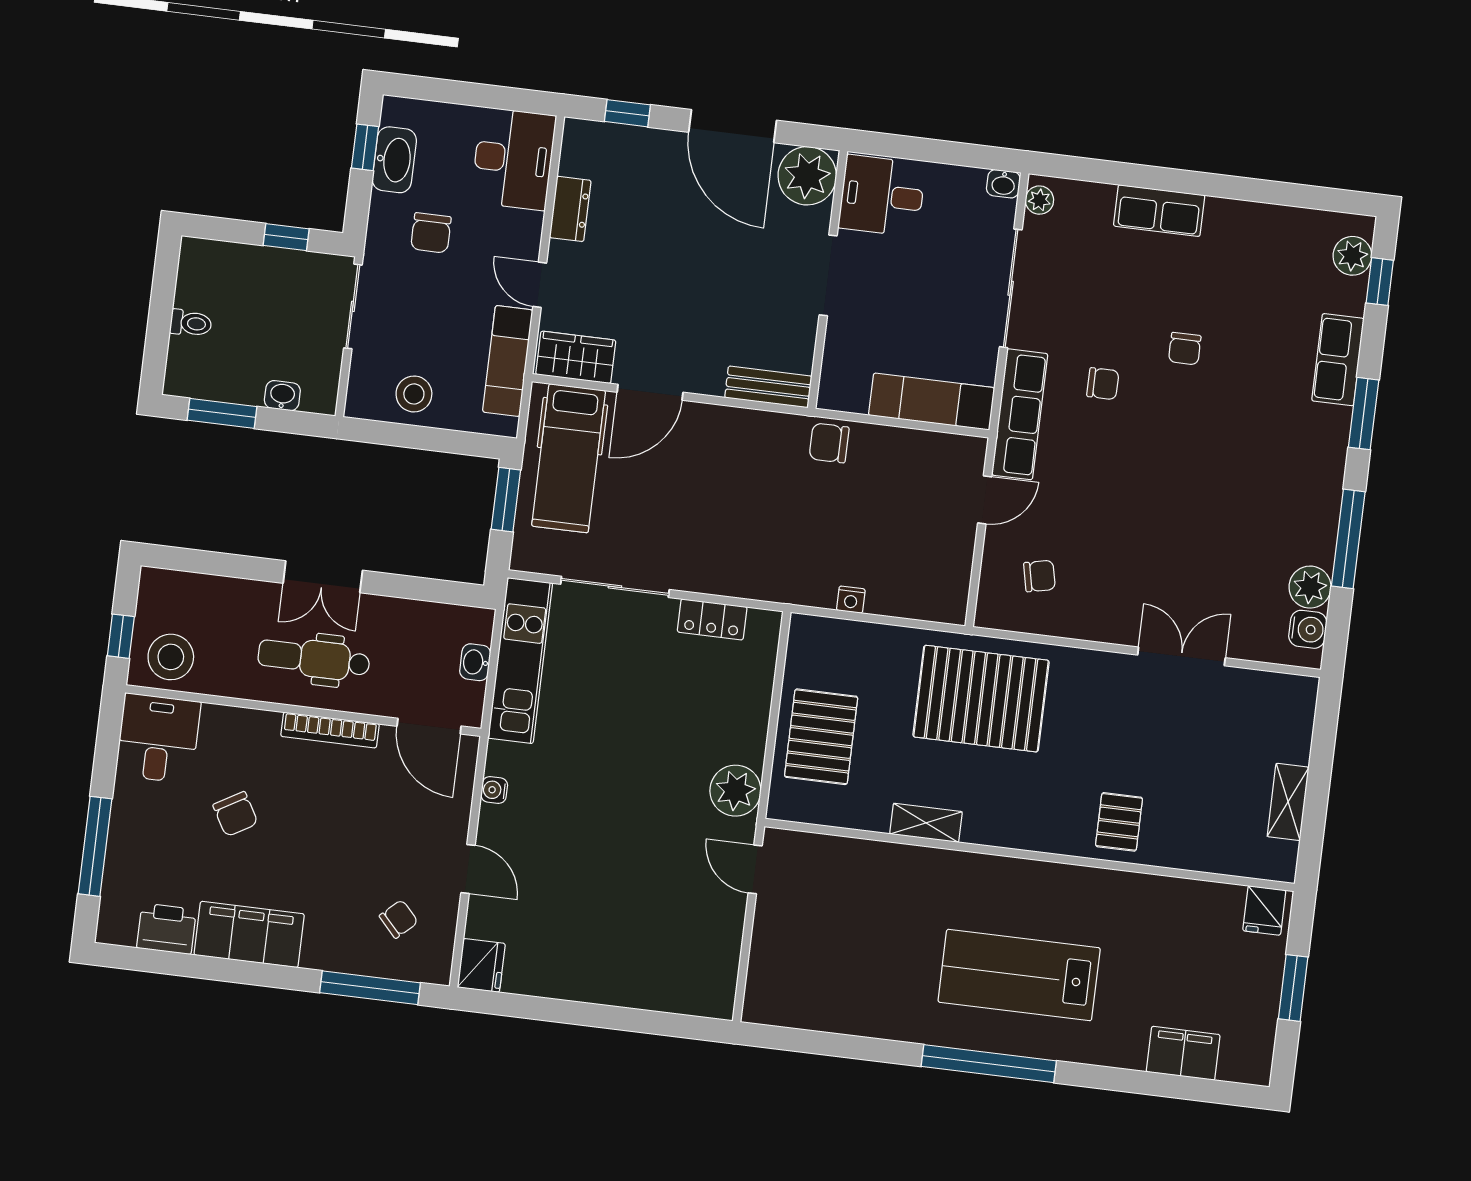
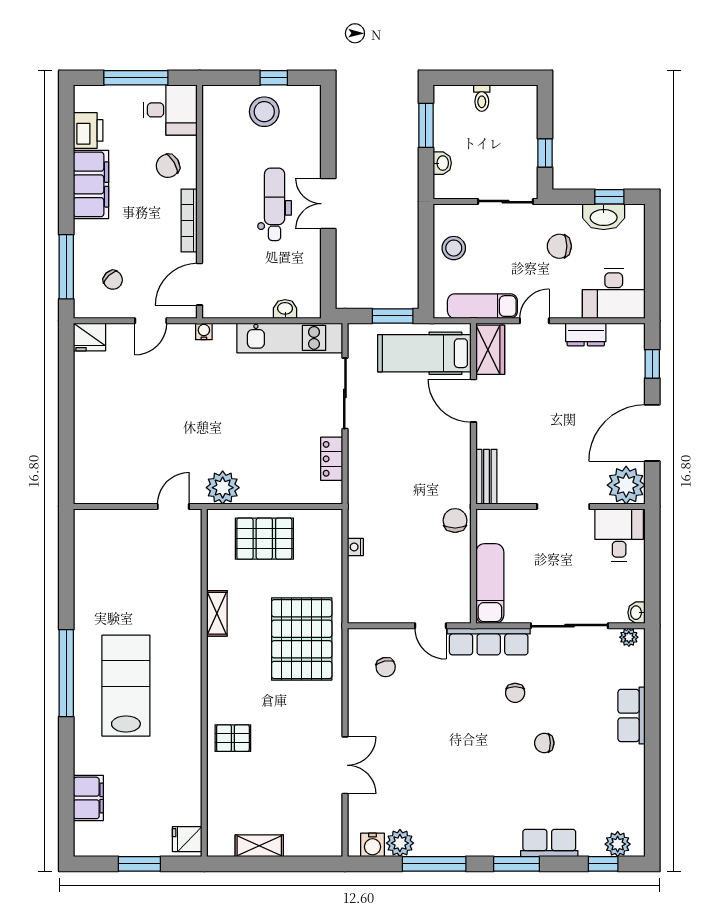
wall: (303, 711) -> (200, 202), moved
door: (429, 726) -> (200, 284), moved
bookcase: (330, 730) -> (189, 220), moved
desk: (158, 738) -> (170, 110), moved

